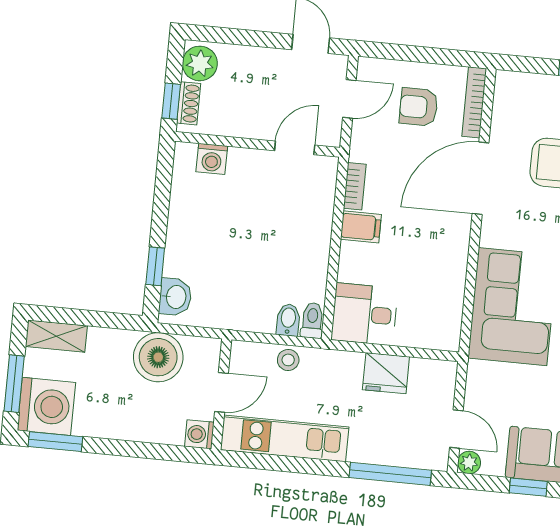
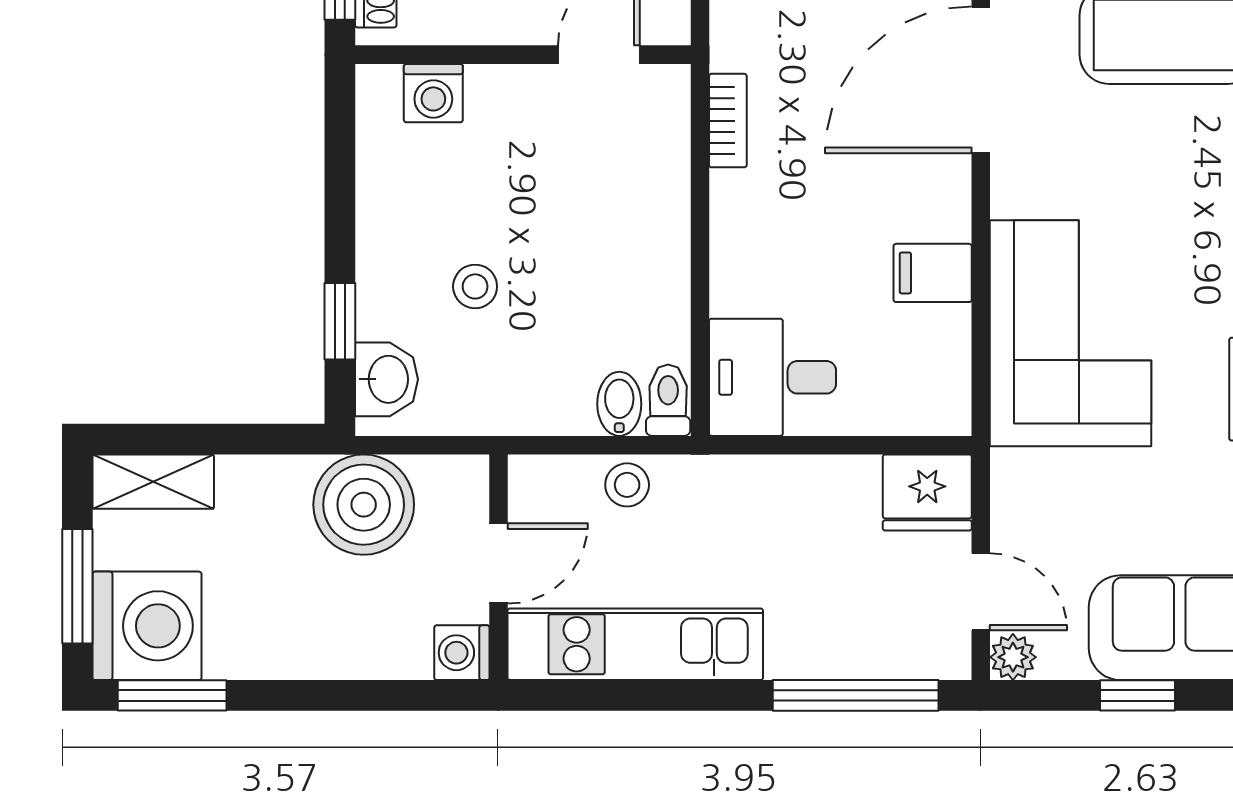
filing cabinet: (361, 227) -> (933, 273), moved, turned 180
stool: (223, 256) -> (475, 286), added
fridge: (386, 373) -> (927, 493), moved

